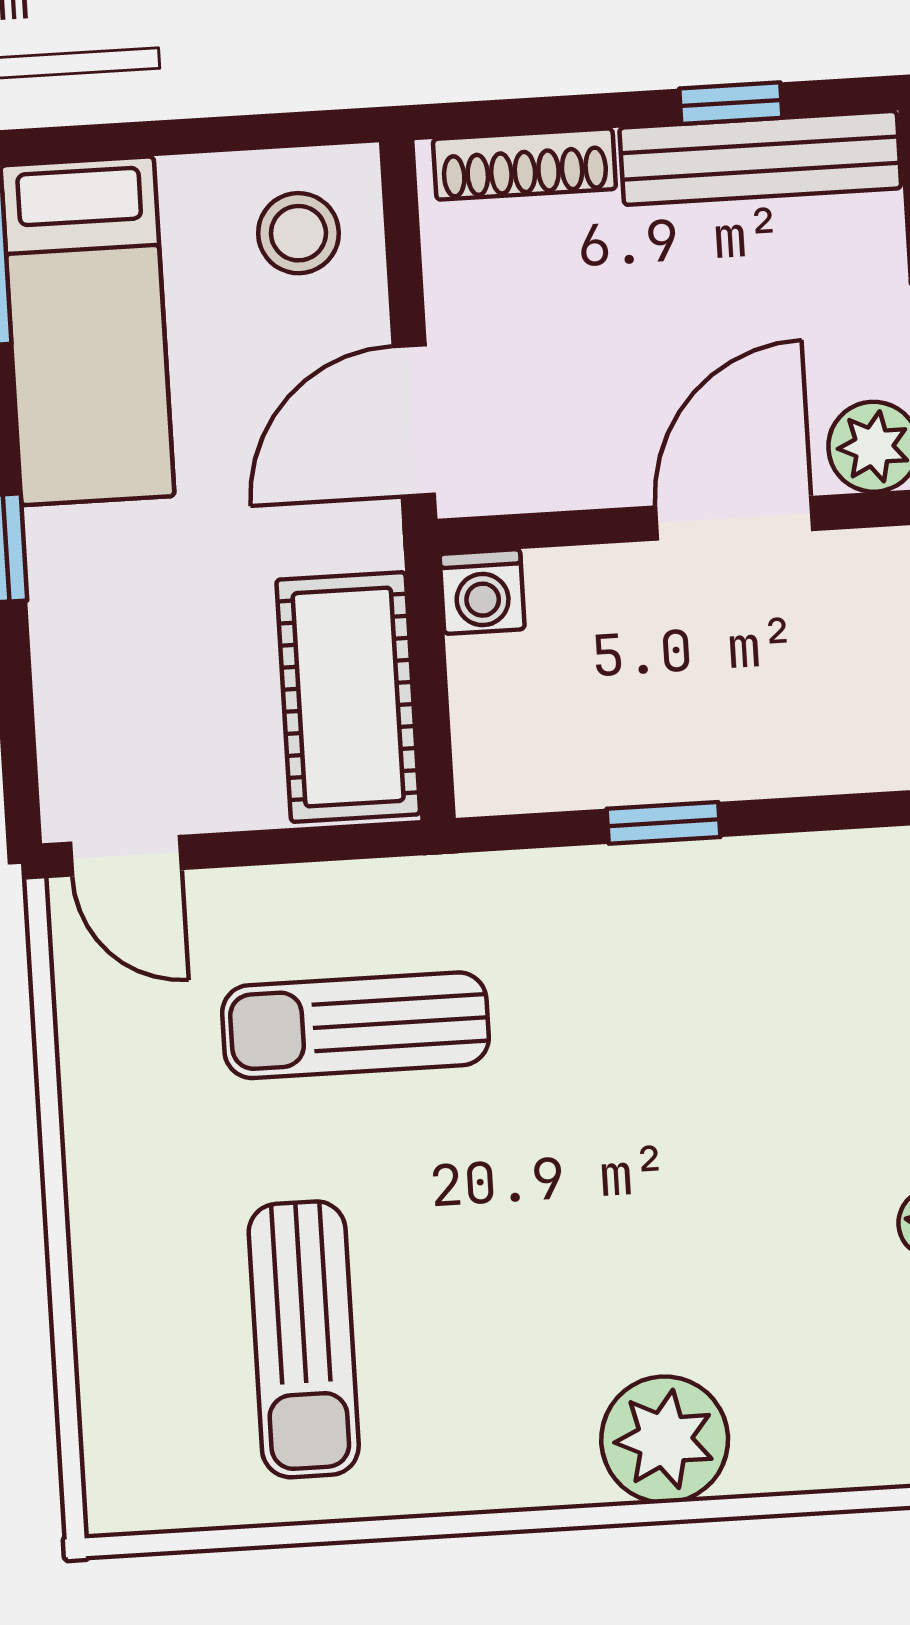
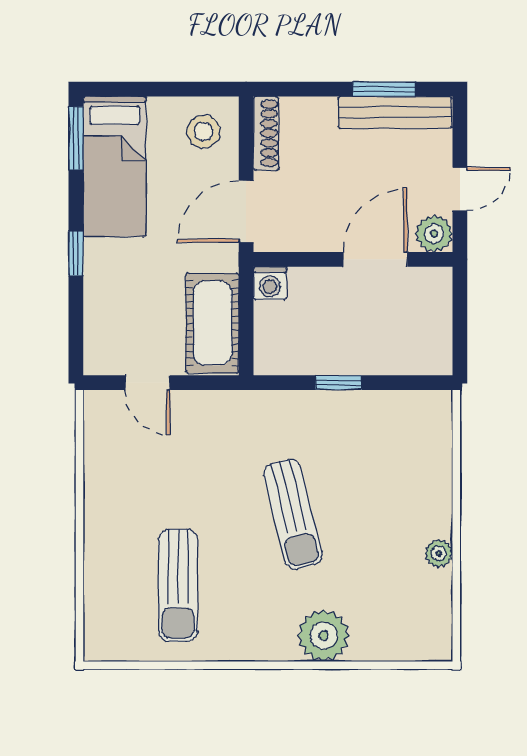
window: (731, 103) -> (384, 89), width x1.50
shoe rack: (524, 164) -> (266, 133), moved, turned -90
door: (126, 856) -> (147, 383), moved
sun lounger: (355, 1025) -> (293, 514), moved, turned -104

